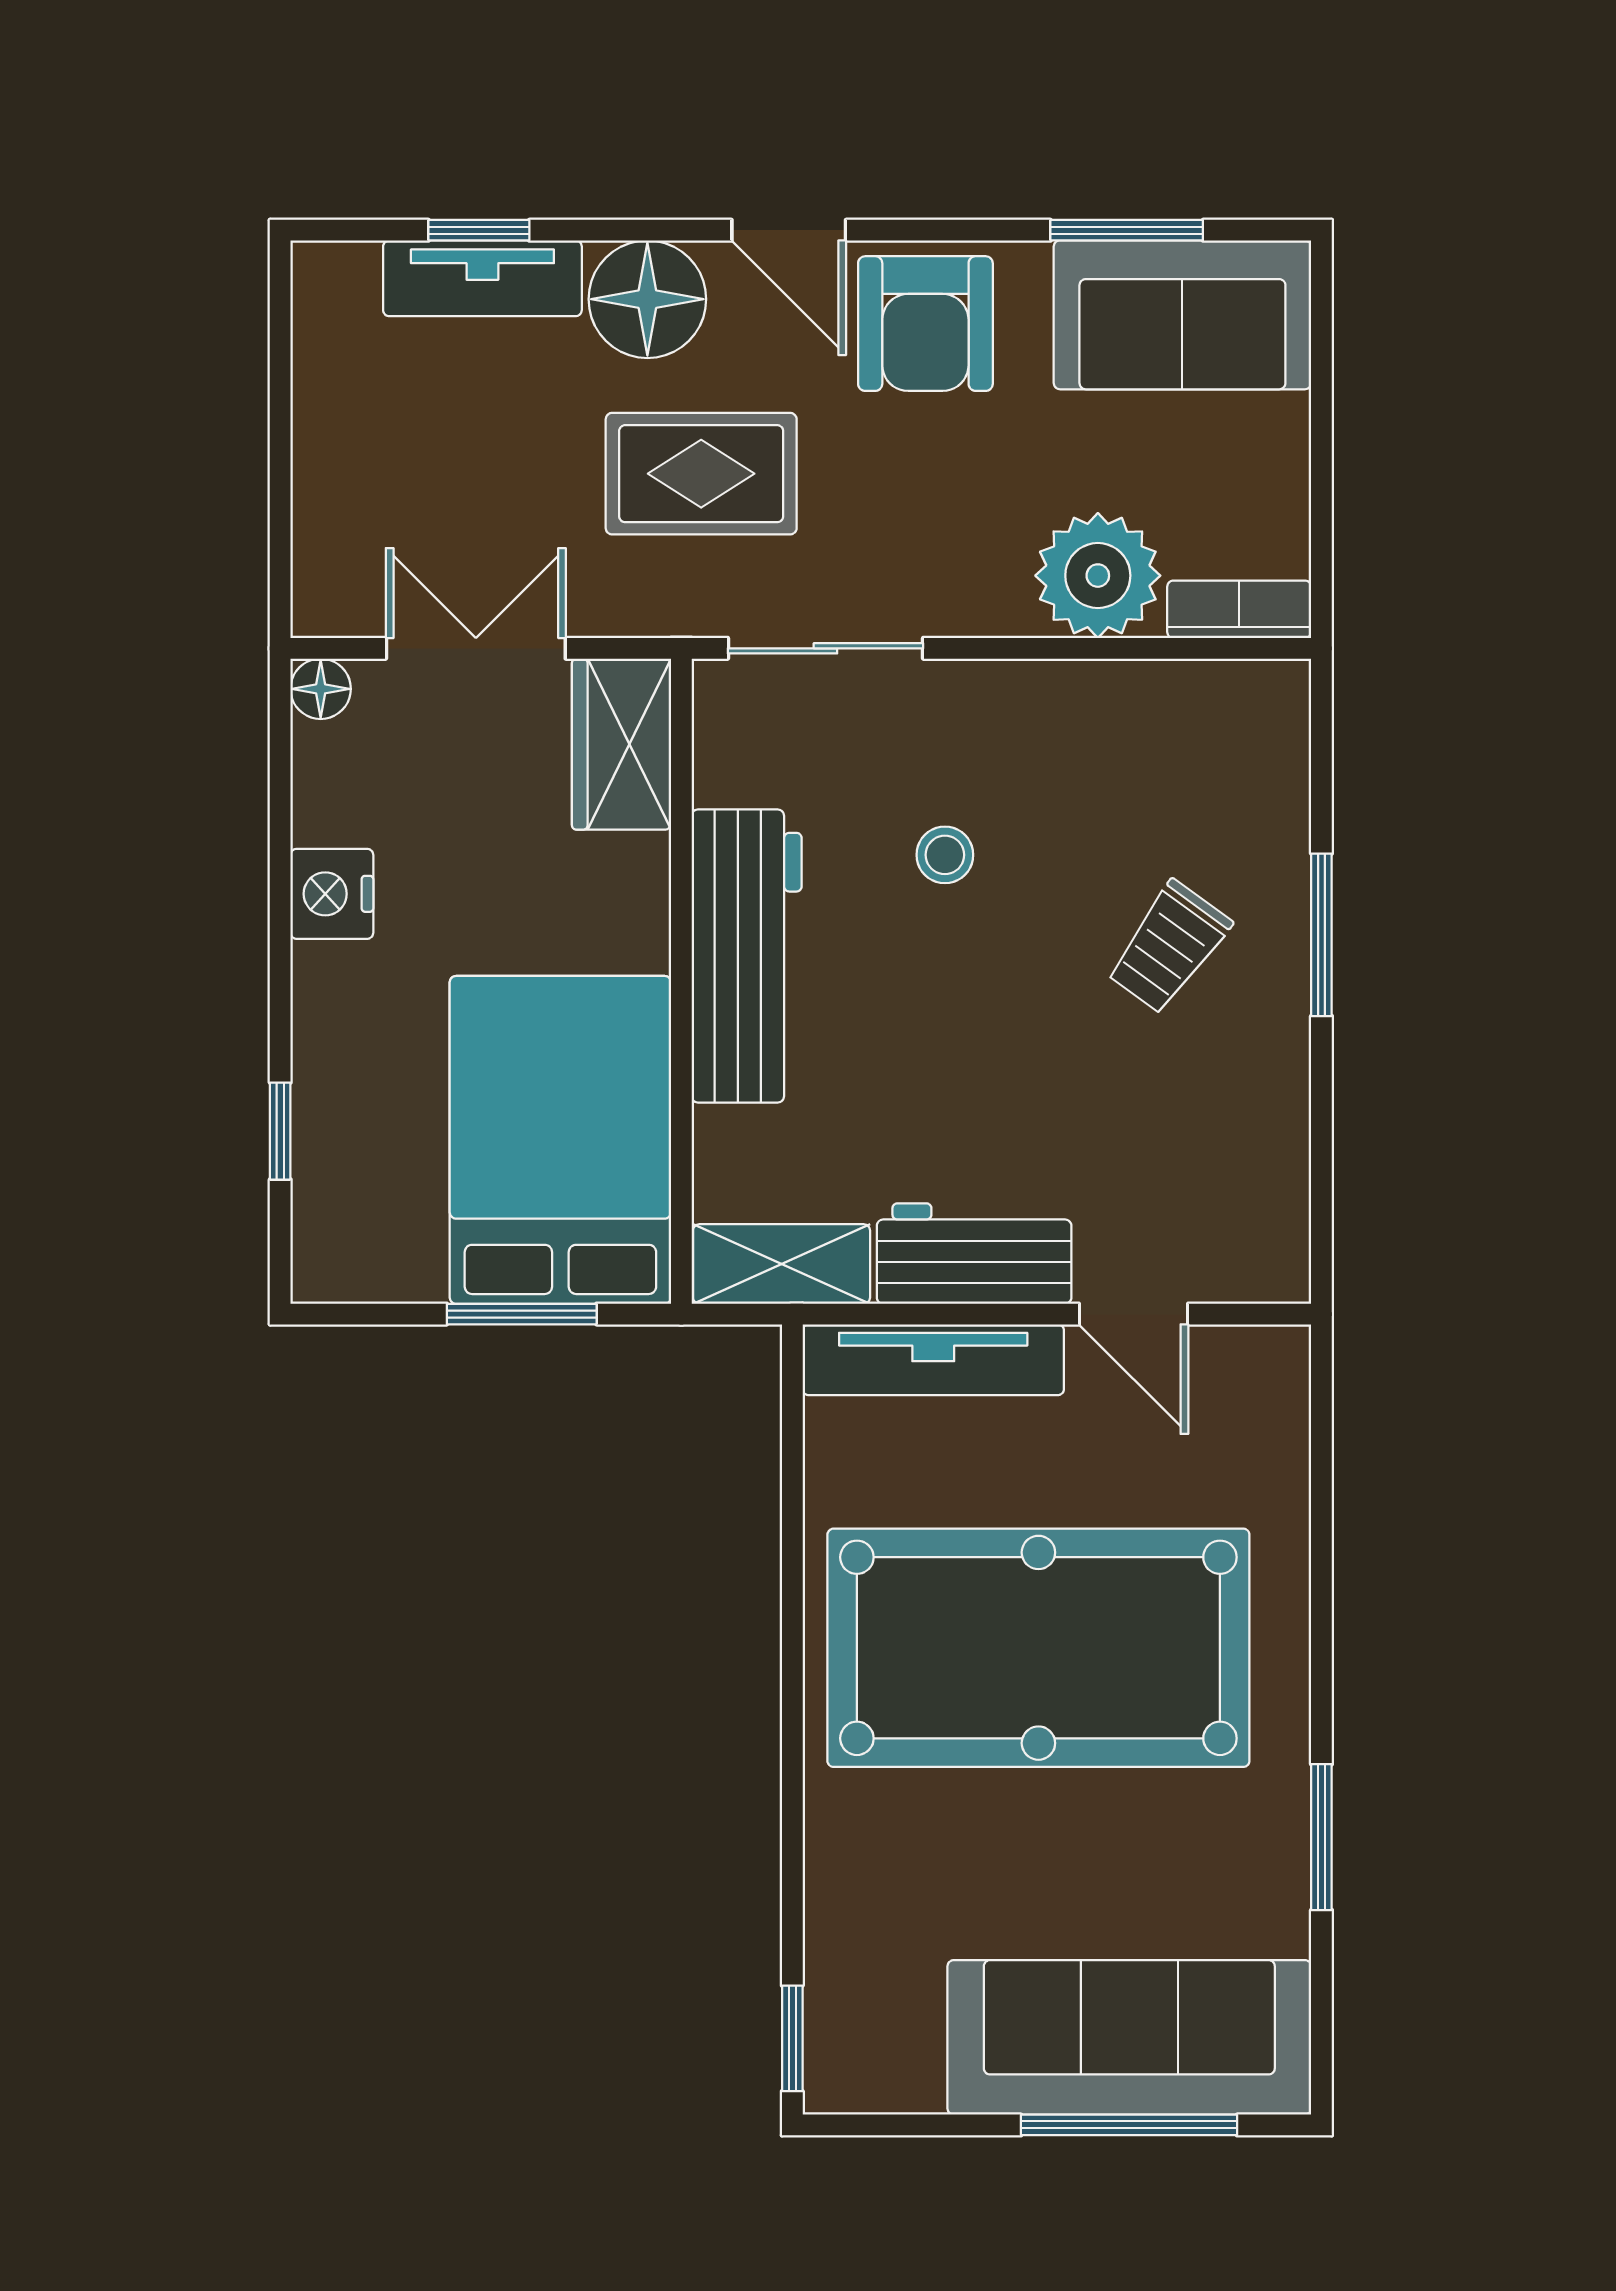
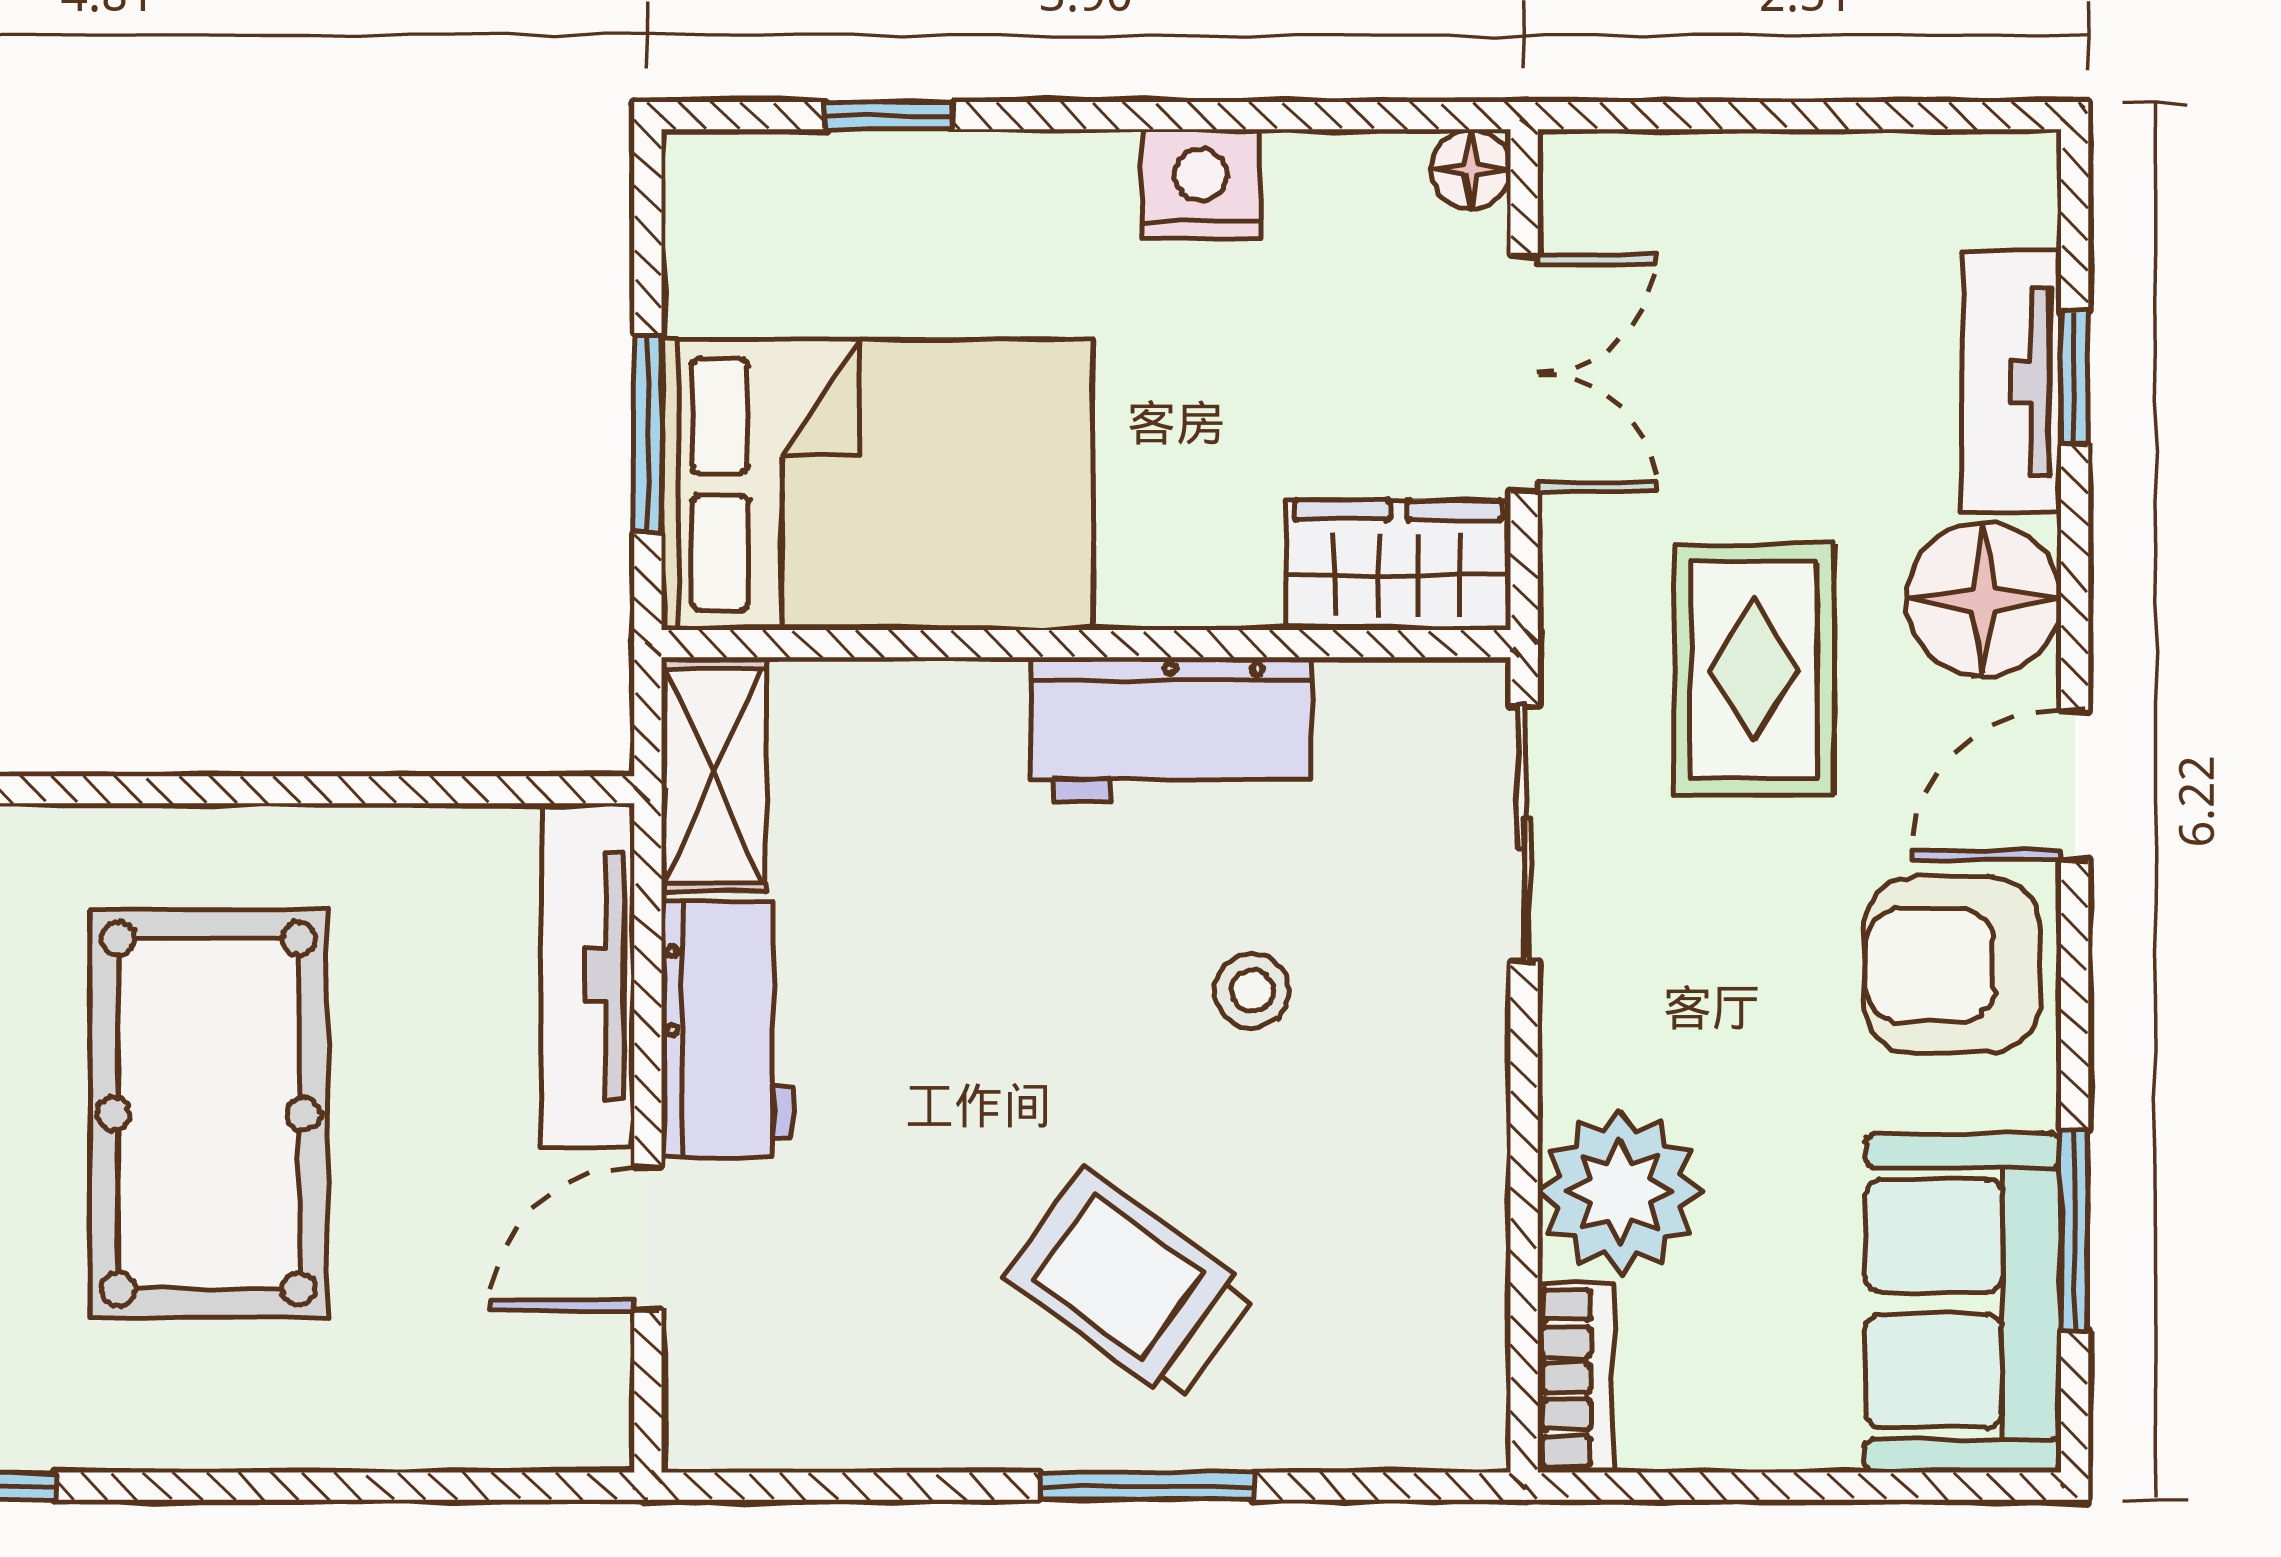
trolley: (1169, 947) -> (1131, 1285), width x1.36, depth x1.39
workbench: (747, 956) -> (1172, 730), width x0.73
pool table: (1038, 1648) -> (209, 1114), width x0.73, depth x0.76

